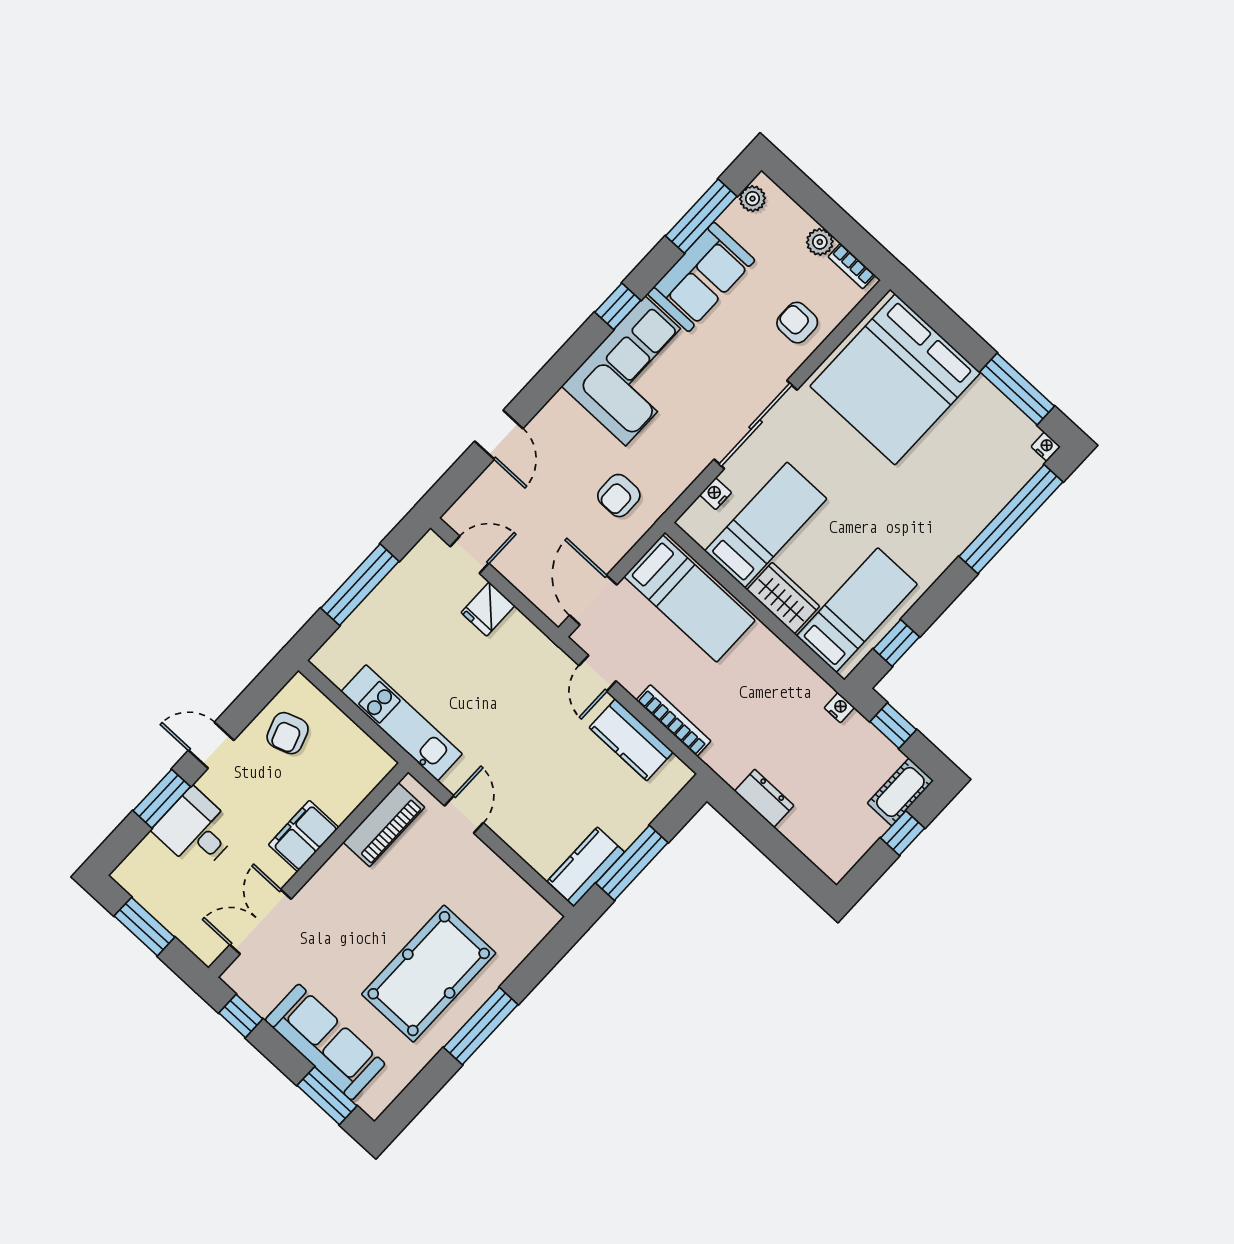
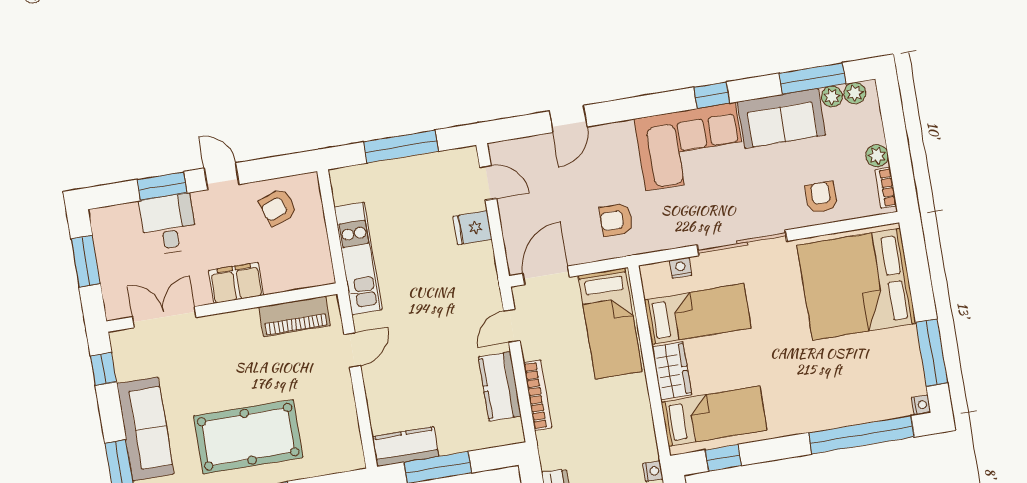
plant: (733, 219) -> (832, 97), added

